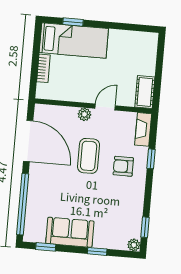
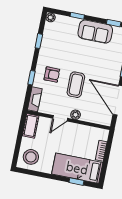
stool: (140, 49) -> (31, 157), added
window: (145, 227) -> (39, 41), moved

